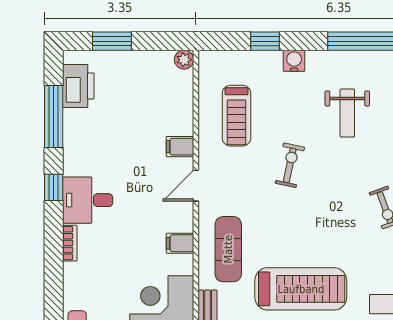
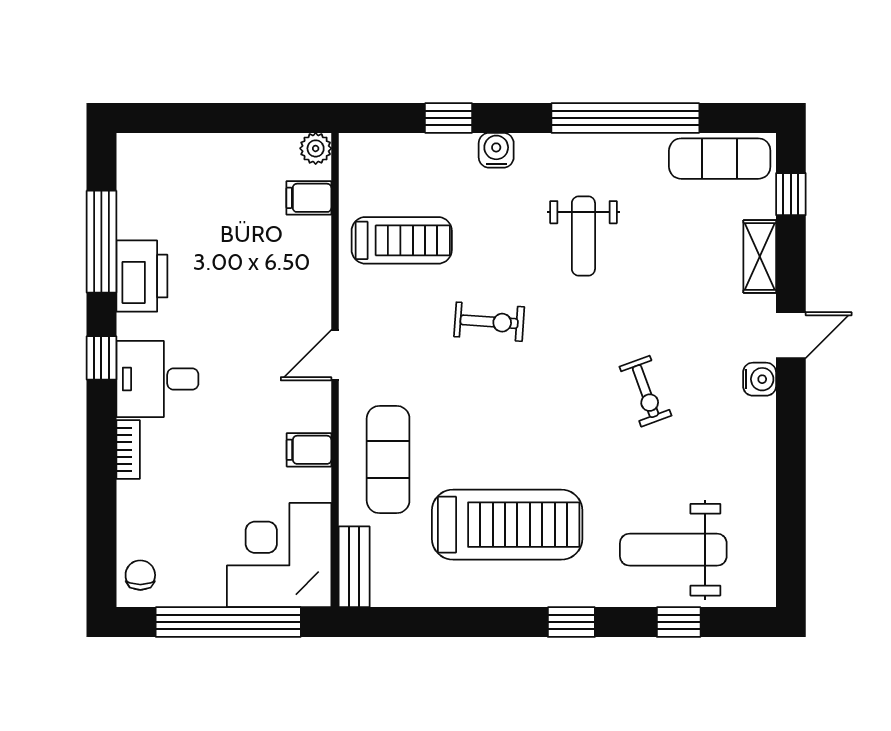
window: (112, 41) -> (197, 118), removed
printer: (78, 86) -> (142, 276), moved
treadmill: (237, 116) -> (402, 240), turned -90
filing cabinet: (180, 147) -> (309, 198), moved
exercise bike: (290, 165) -> (489, 322), turned 82

